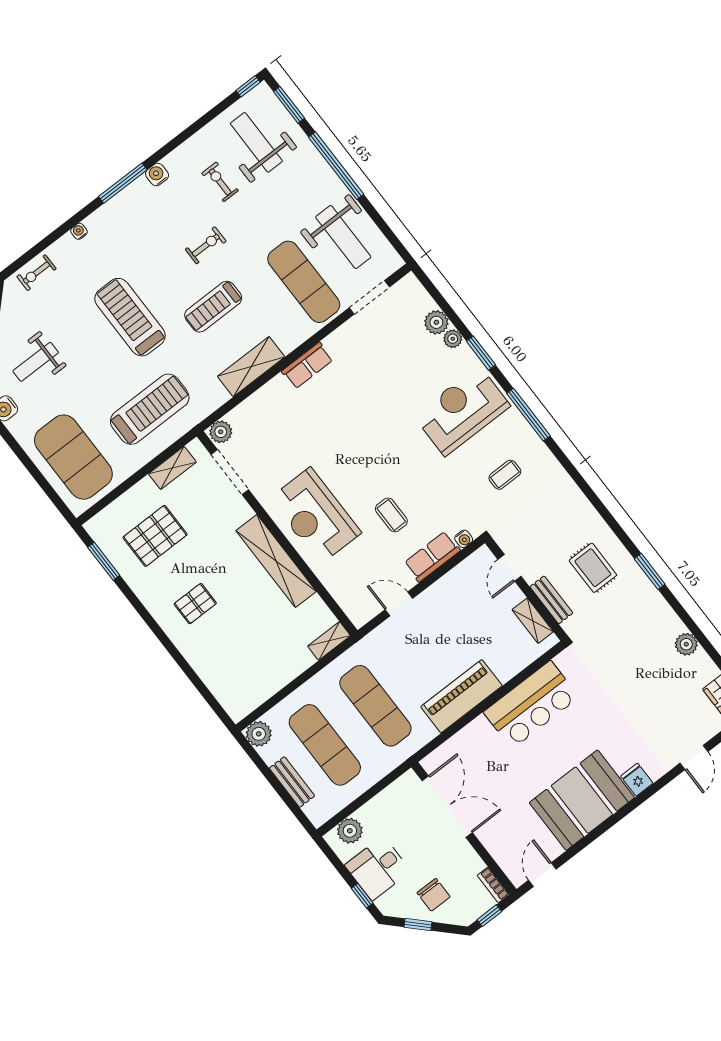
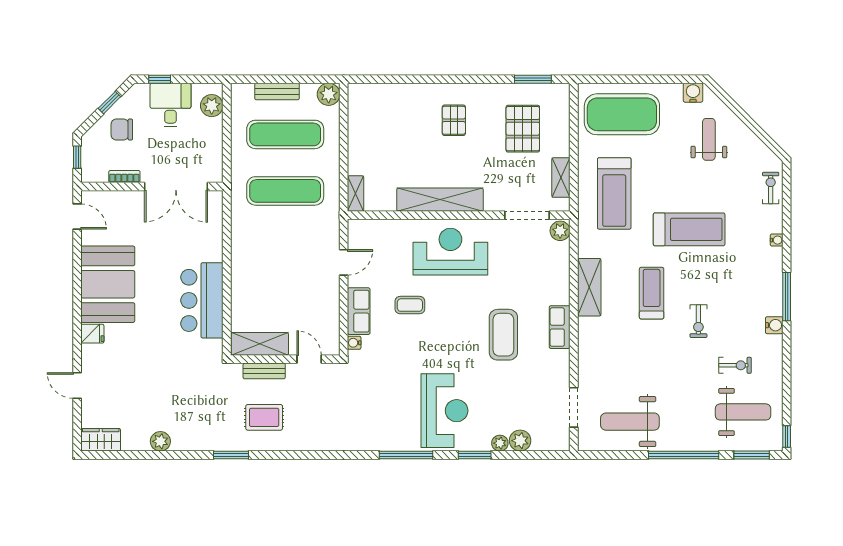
exercise mat: (304, 282) -> (620, 370), removed
coffee table: (505, 475) -> (503, 335), moved, width x1.86, depth x1.72
shelving: (533, 621) -> (260, 344), width x1.50, depth x1.33
piano: (461, 696) -> (245, 256), removed
bookcase: (493, 885) -> (124, 177), moved

